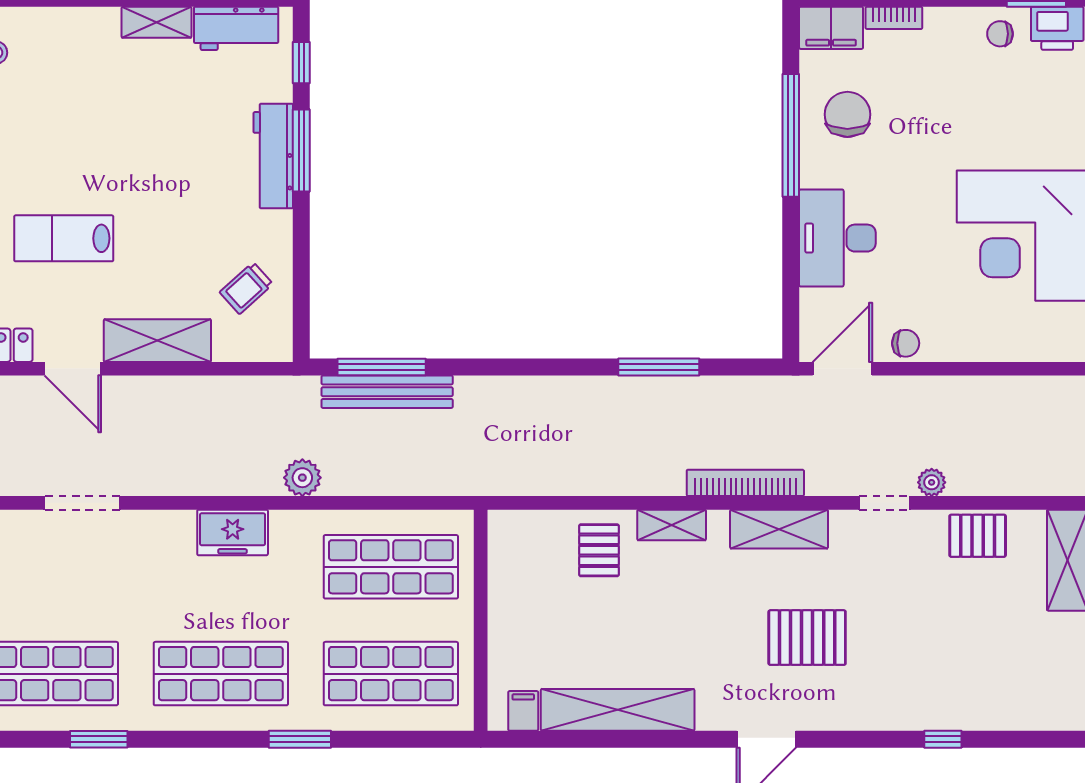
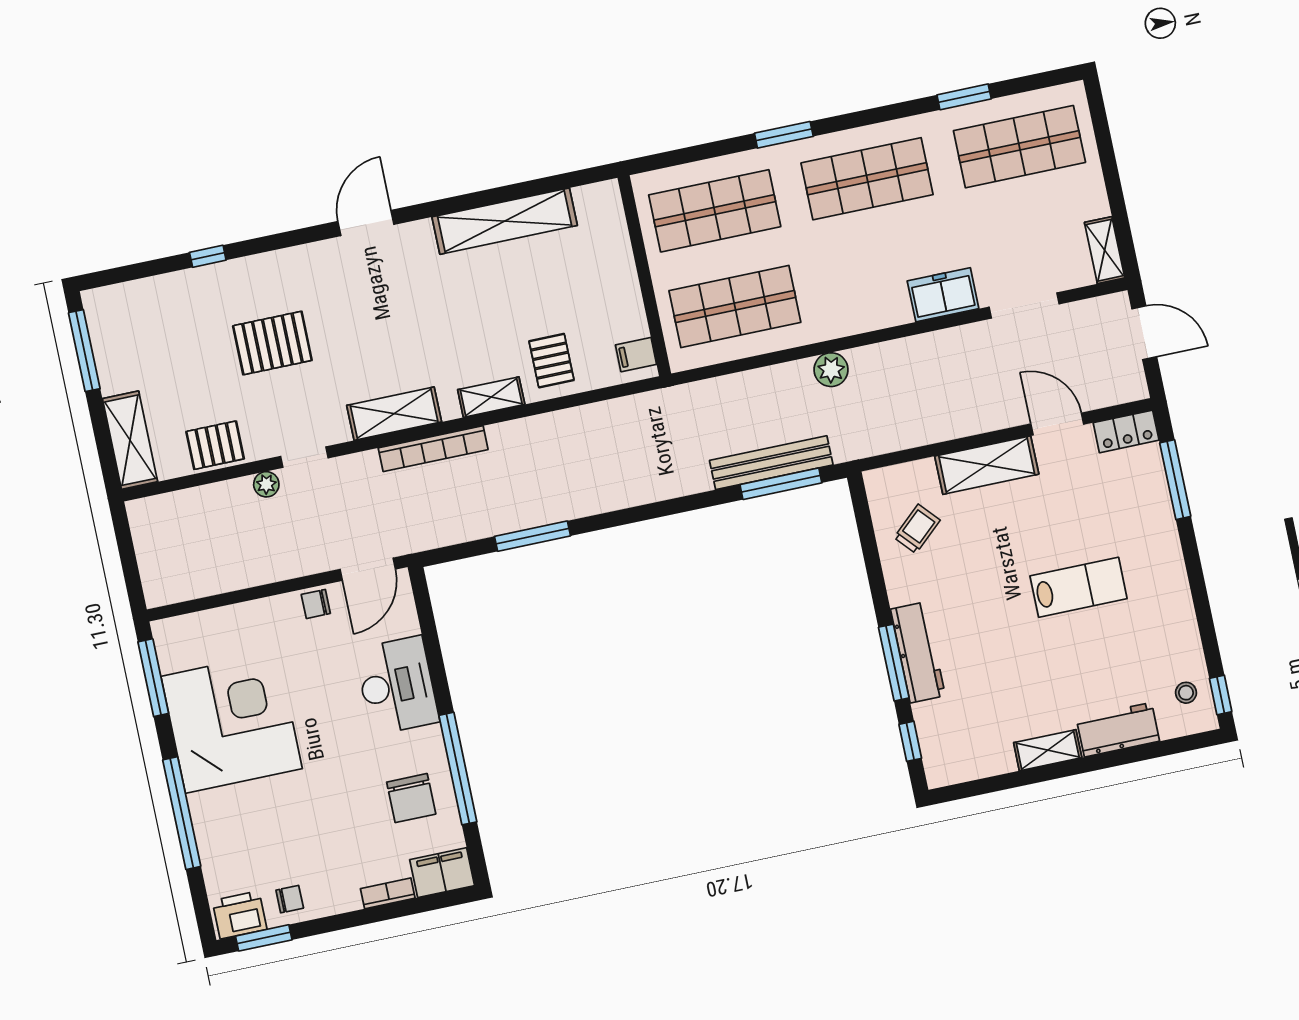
workbench: (236, 28) -> (1118, 730), moved
lab bench: (64, 238) -> (1079, 587), moved
freezer: (233, 532) -> (943, 295), moved
pallet: (807, 638) -> (272, 343), moved
filing cabinet: (523, 711) -> (636, 355), moved, turned 90

